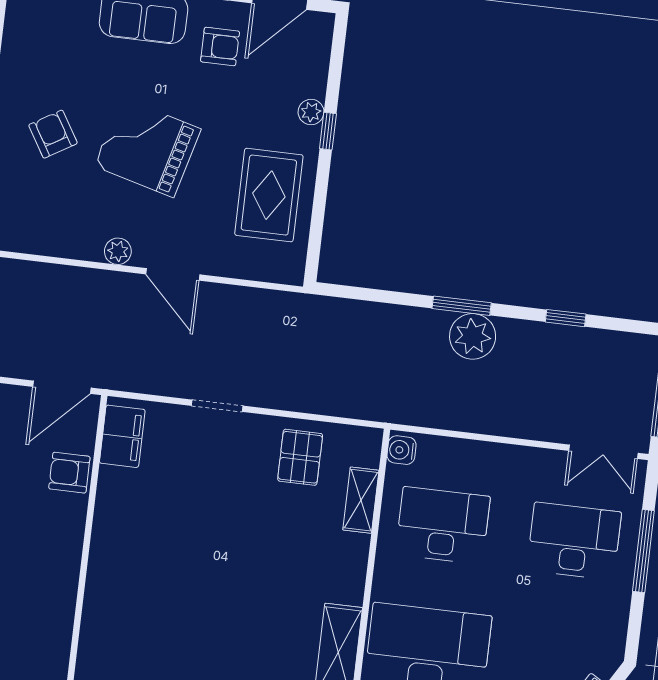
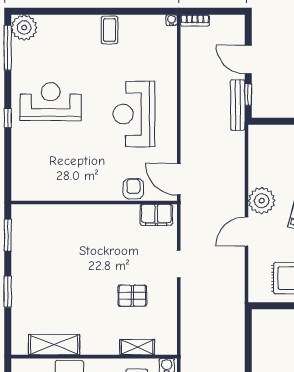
plant: (118, 251) -> (262, 201), width x1.88, depth x1.88
pallet: (300, 457) -> (132, 296), moved

